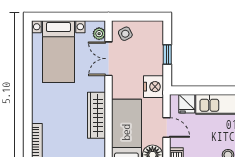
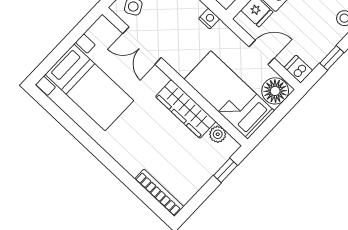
plant: (99, 34) -> (218, 134), moved
nightstand: (153, 87) -> (209, 19), width x0.53, depth x0.56

